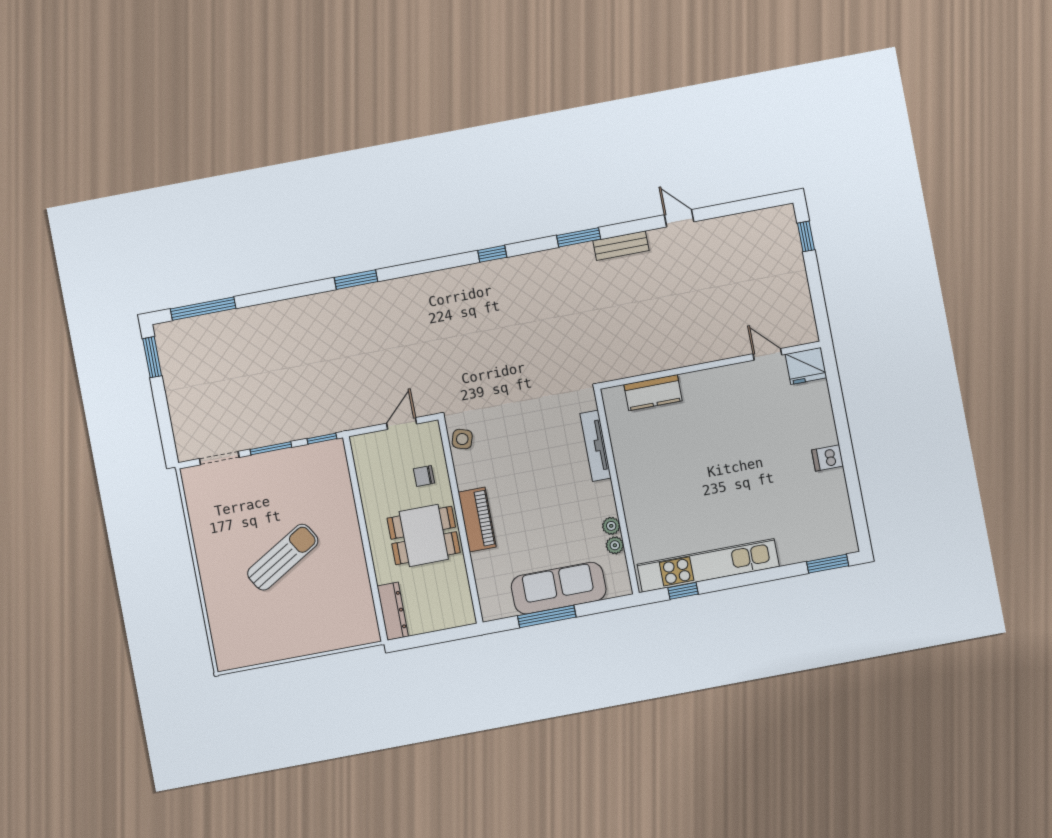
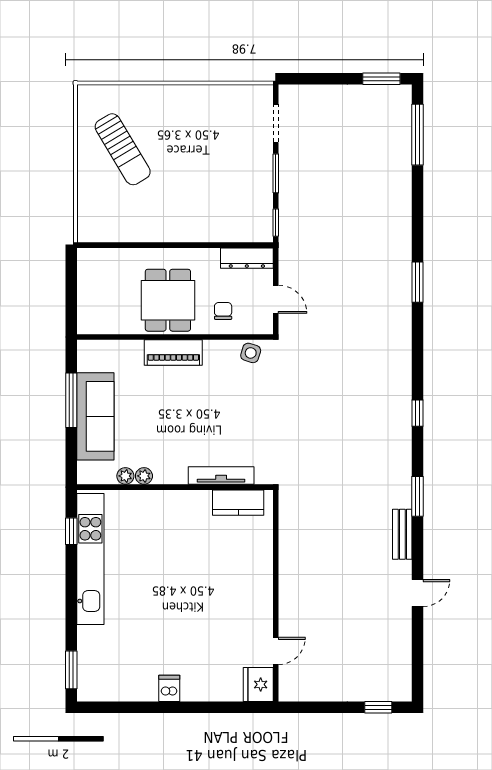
kitchen counter: (653, 393) -> (238, 503), moved, turned -90
sun lounger: (283, 557) -> (123, 149), moved
dresser: (393, 611) -> (247, 258), moved

